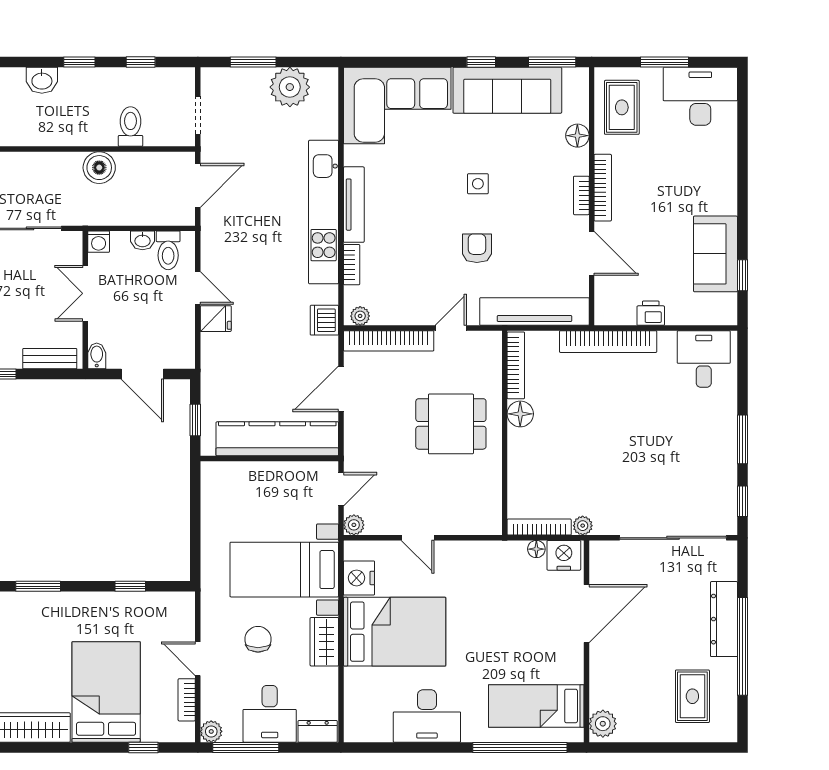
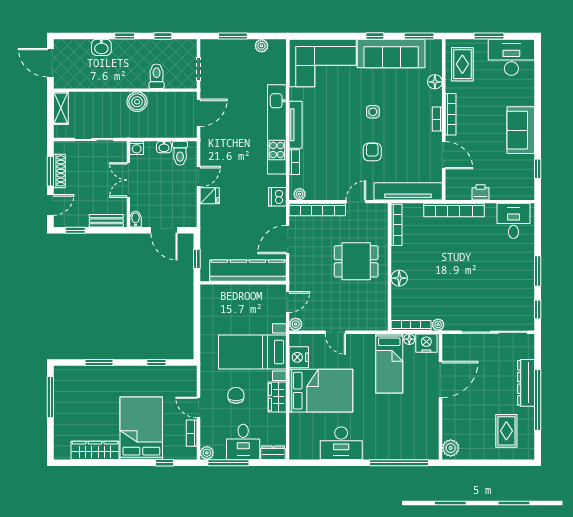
plant: (290, 87) -> (262, 46), width x0.53, depth x0.53
sofa: (715, 254) -> (521, 130), moved
door: (198, 288) -> (198, 177), hinge flipped
floor lamp: (520, 414) -> (399, 278), moved
bed: (536, 706) -> (389, 363), moved, turned -90

